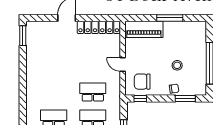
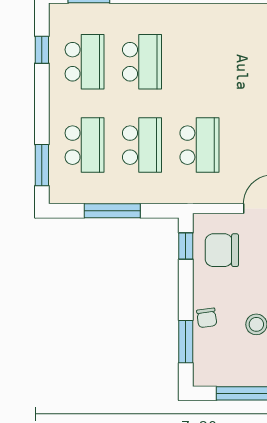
chair: (142, 82) -> (222, 250), turned -90

